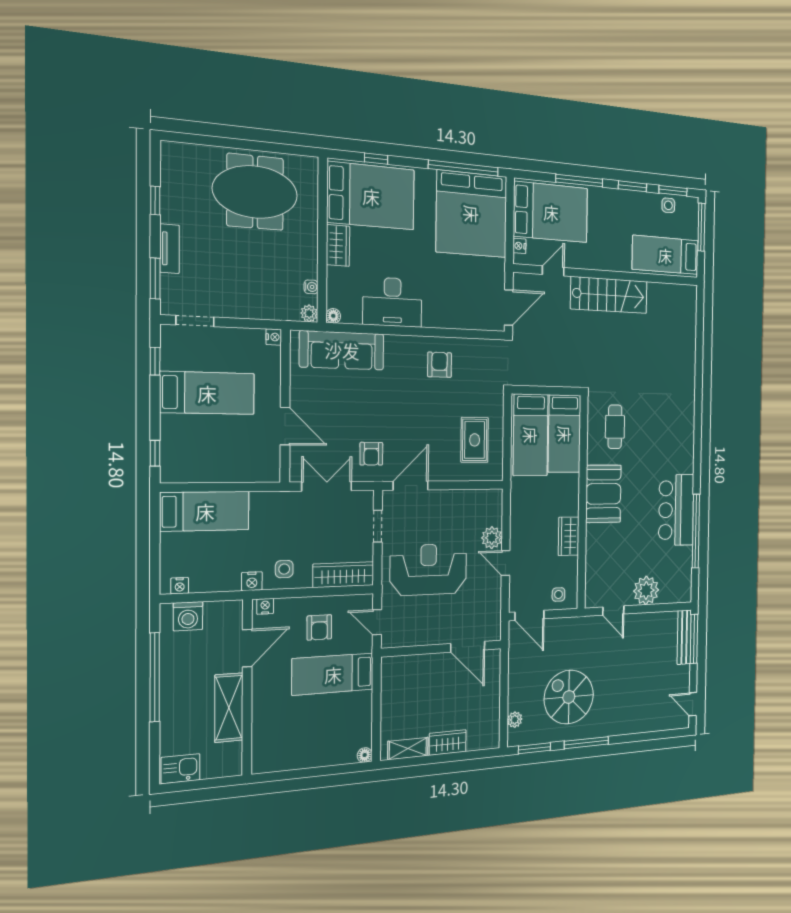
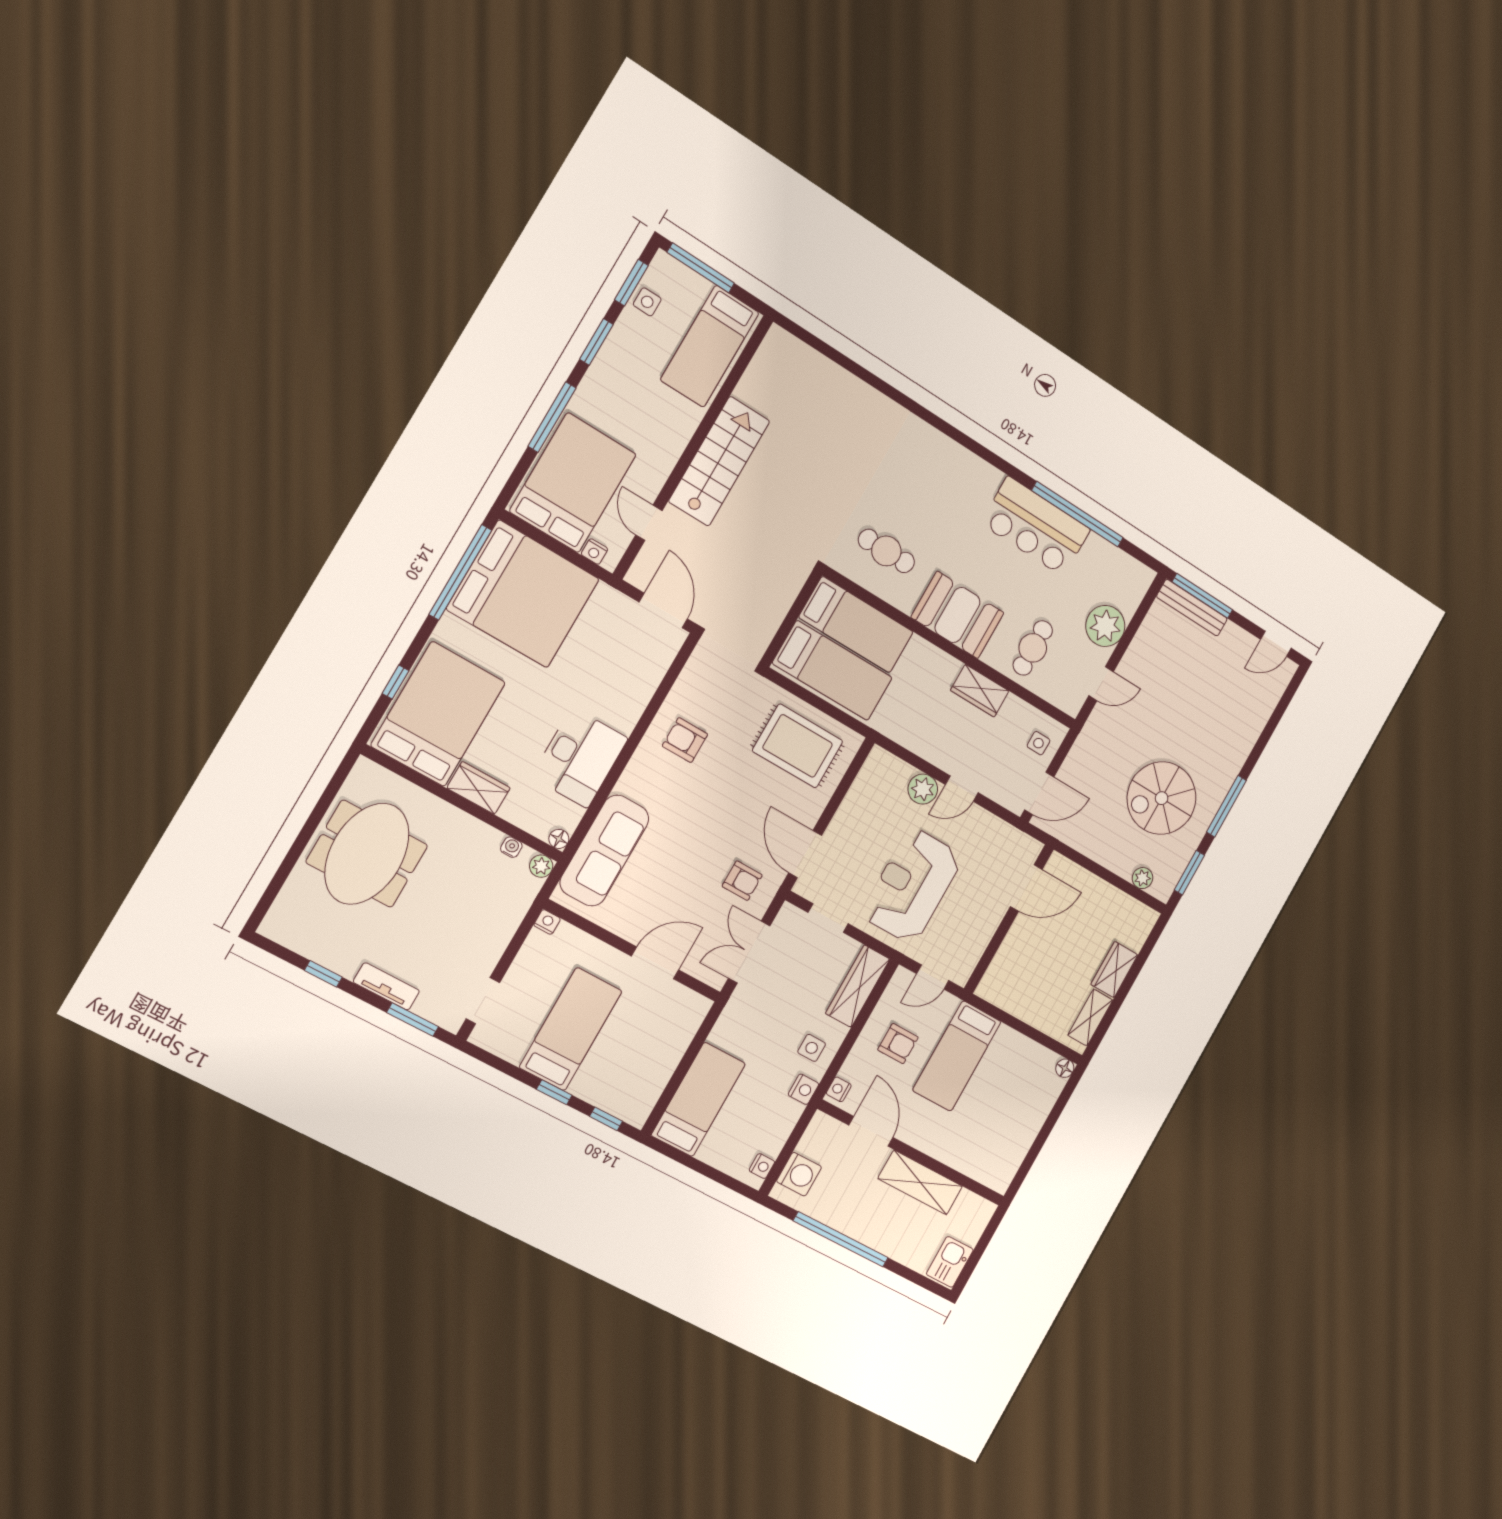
window: (155, 361) -> (554, 1092), moved
rug: (475, 440) -> (798, 746), width x1.36, depth x1.43
cafe table: (610, 553) -> (1033, 648), added

